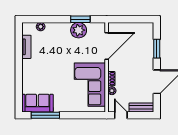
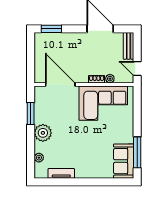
plant: (79, 30) -> (43, 133), moved
window: (157, 49) -> (51, 29), moved
door: (121, 115) -> (137, 69), hinge flipped

